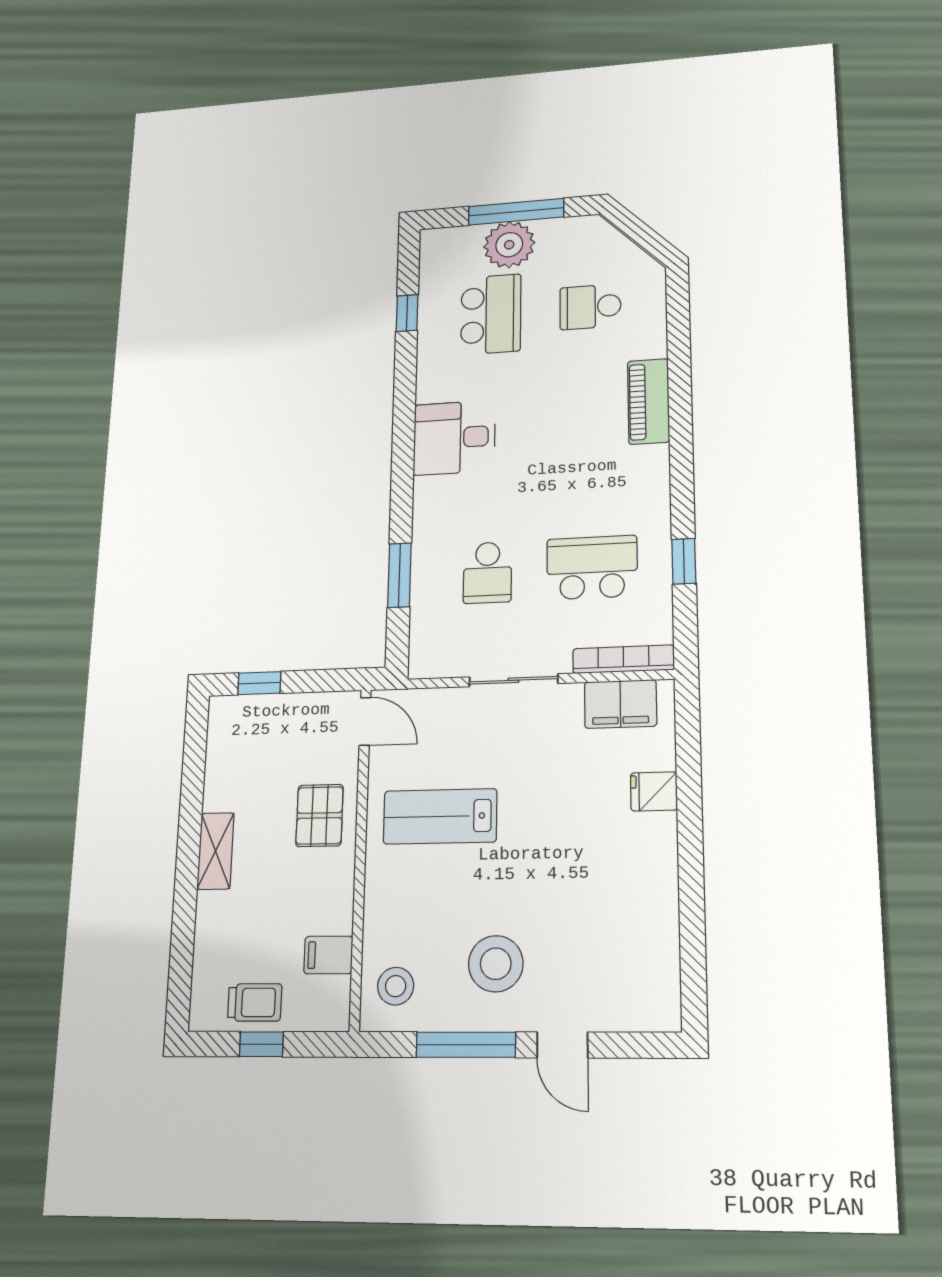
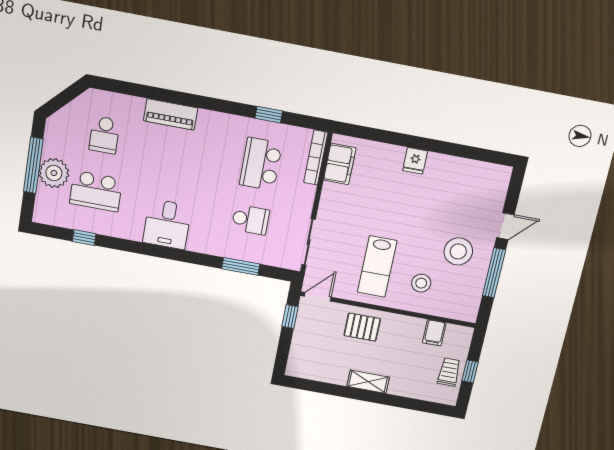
school desk: (491, 314) -> (96, 191), turned 180
sliding door: (513, 680) -> (309, 242), moved
window: (259, 683) -> (290, 316), moved
fridge: (654, 791) -> (415, 161), moved
stool: (396, 986) -> (421, 283), moved

